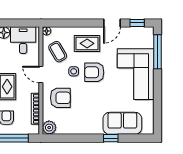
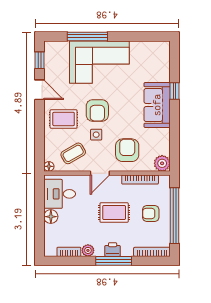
rug: (87, 43) -> (64, 119), turned 90
window: (157, 52) -> (87, 36), moved
sofa: (122, 123) -> (157, 105), moved

